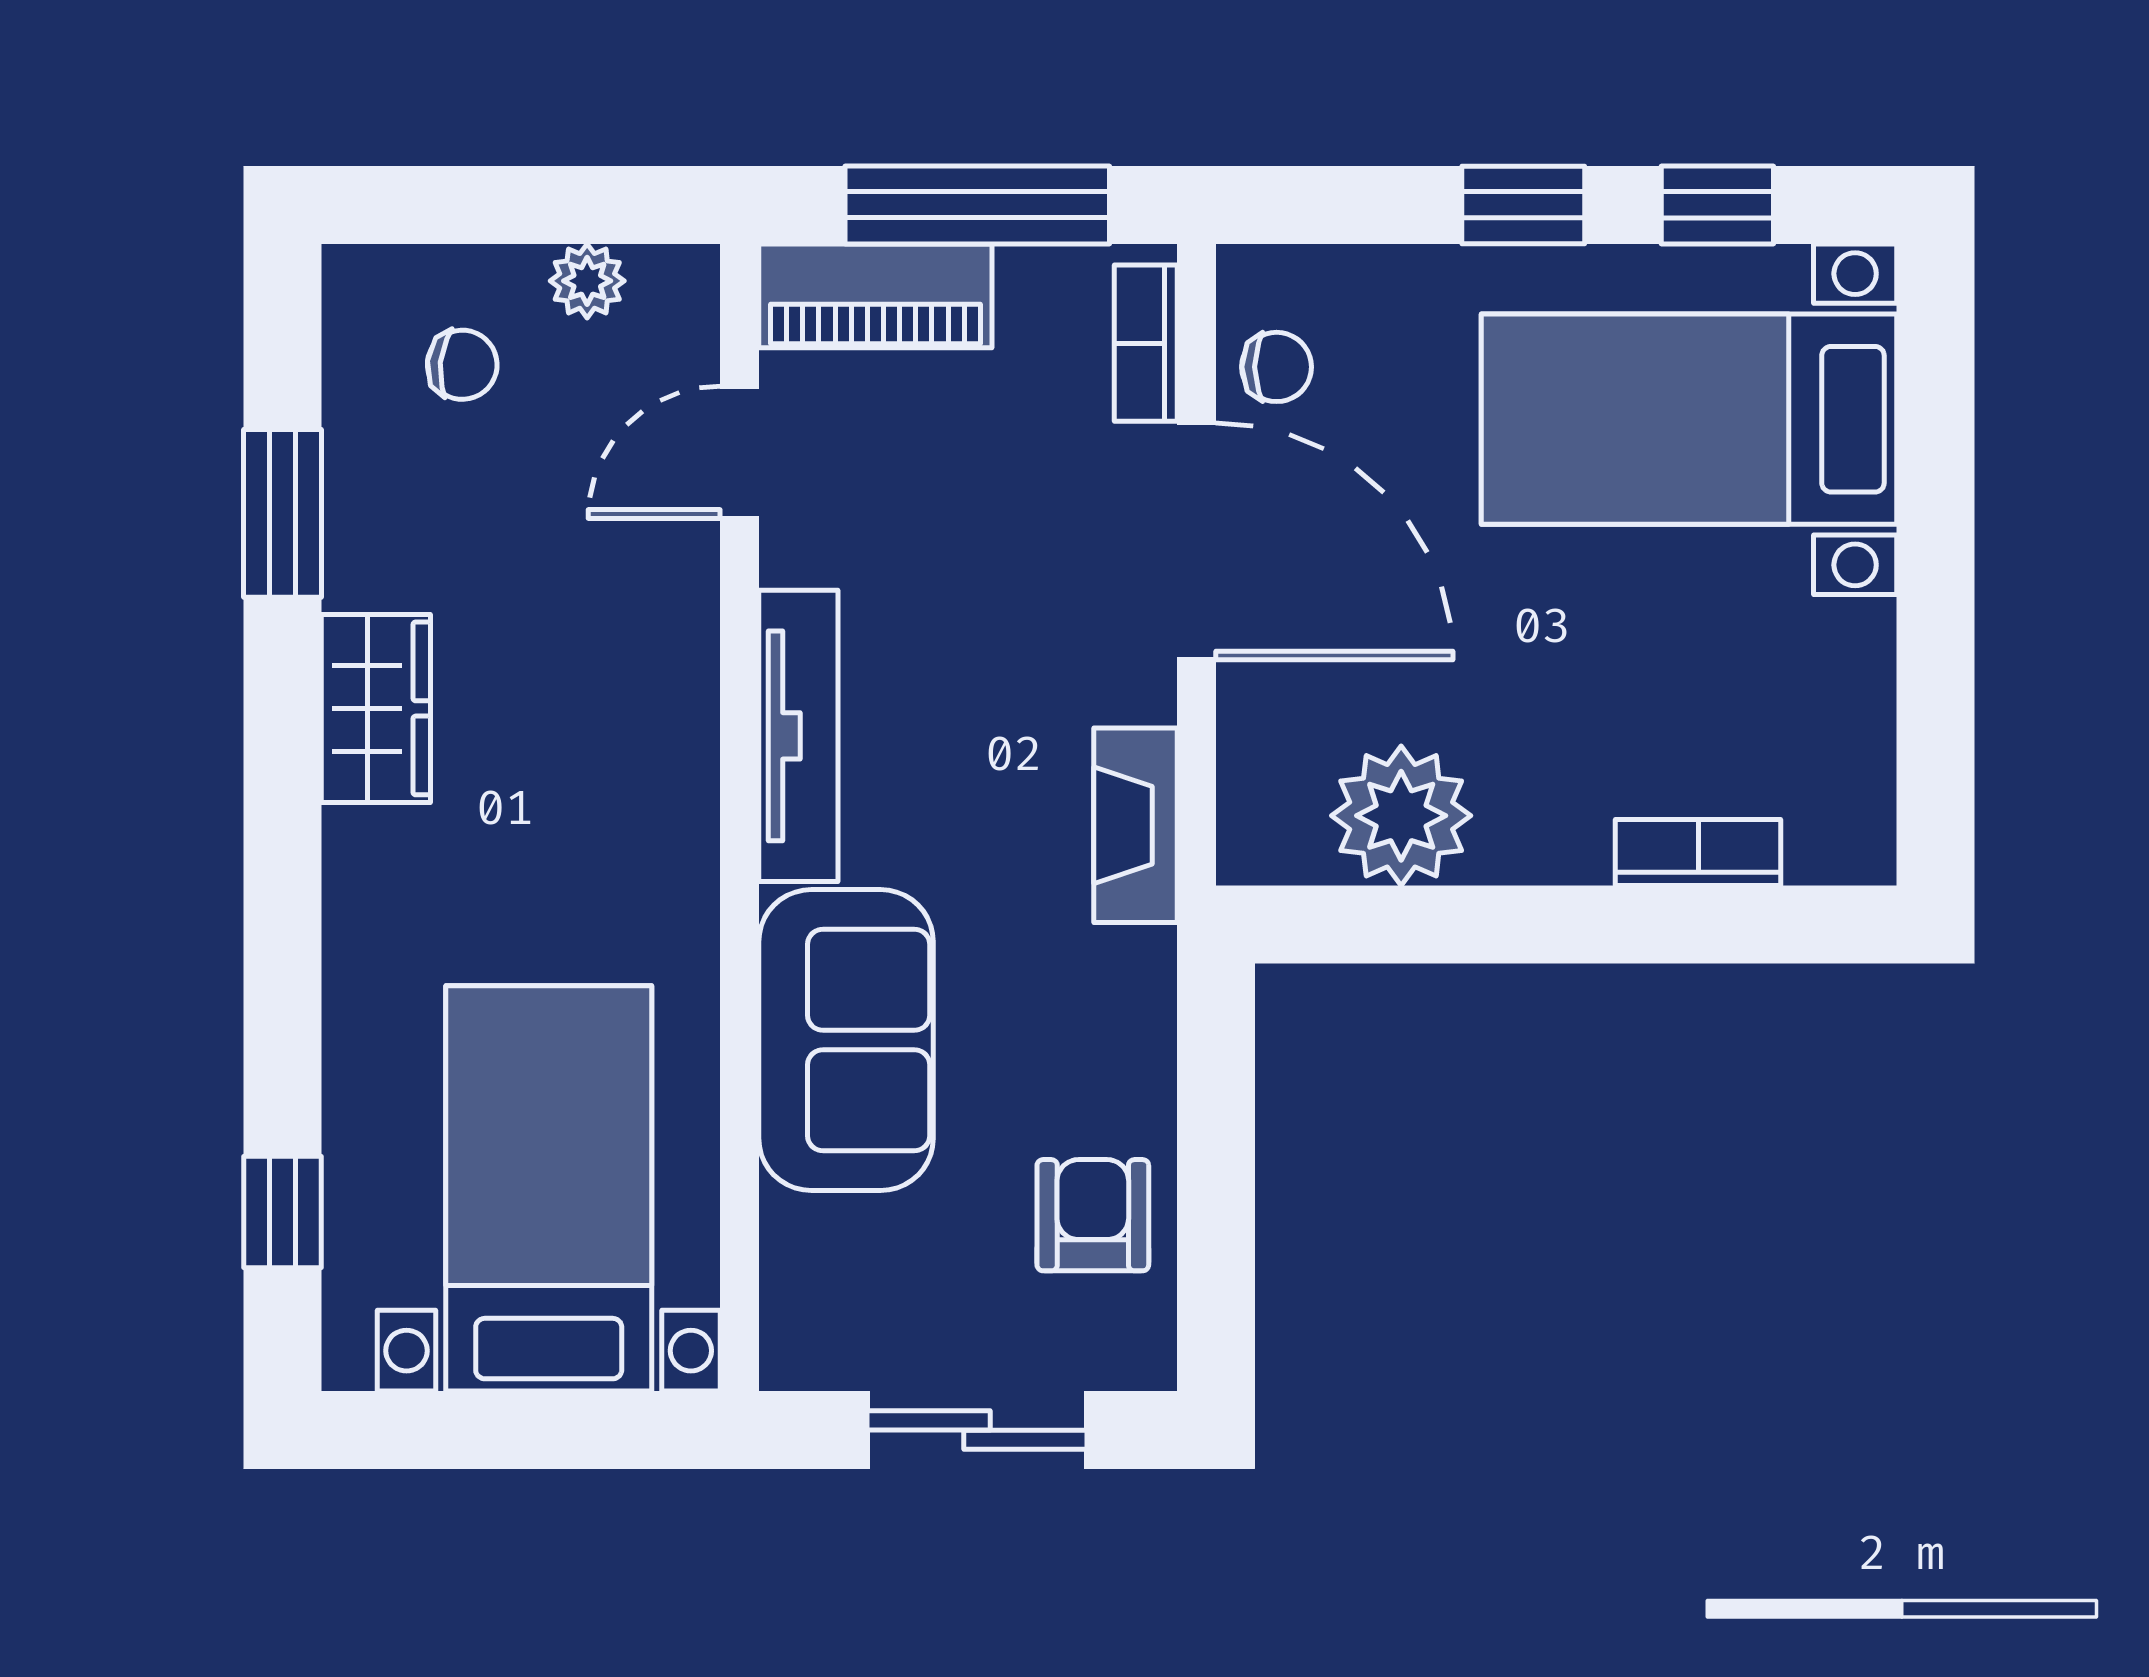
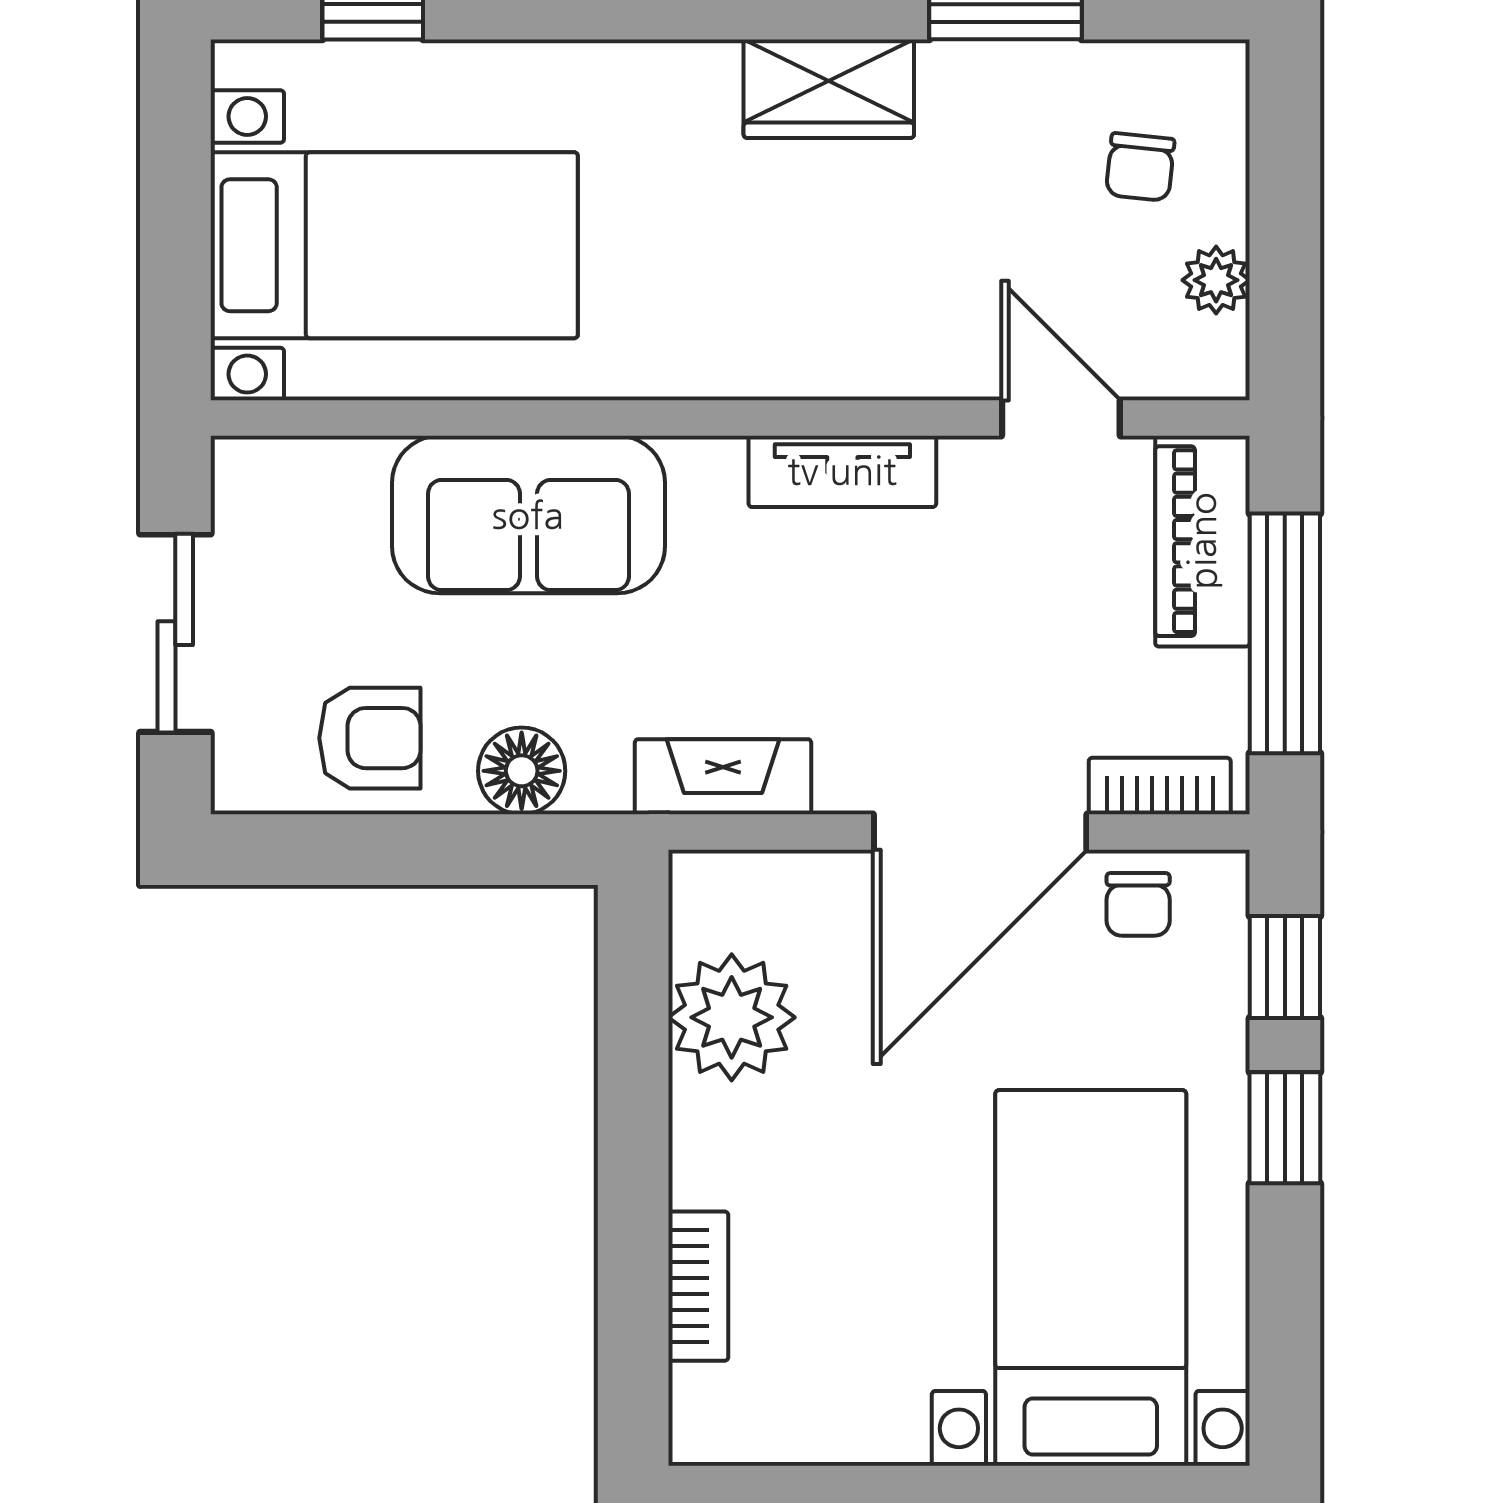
window: (1717, 205) -> (1285, 967), moved
tv unit: (798, 736) -> (842, 471), width x0.71
floor lamp: (1129, 1048) -> (522, 771), added

